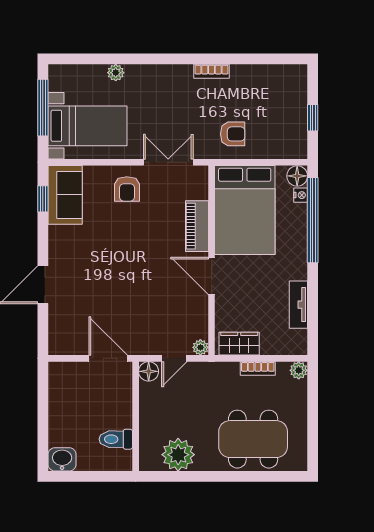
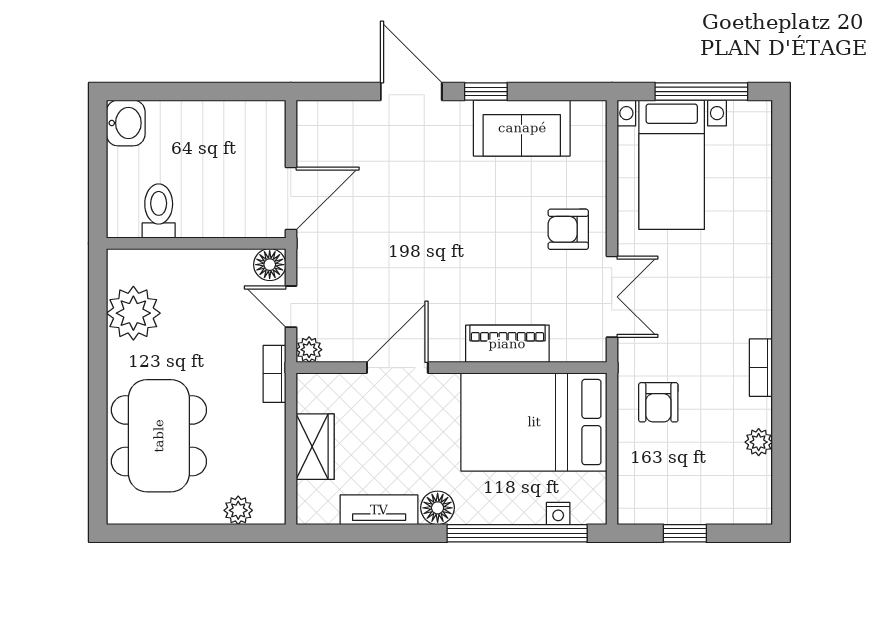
plant: (116, 73) -> (759, 442), moved
floor lamp: (297, 176) -> (438, 508), moved
sofa: (65, 195) -> (522, 128), moved
window: (43, 199) -> (486, 92), moved
door: (212, 276) -> (397, 368), moved
wardrobe: (239, 344) -> (315, 447), moved
bookcase: (258, 368) -> (274, 374), moved
plant: (299, 370) -> (238, 510), moved

